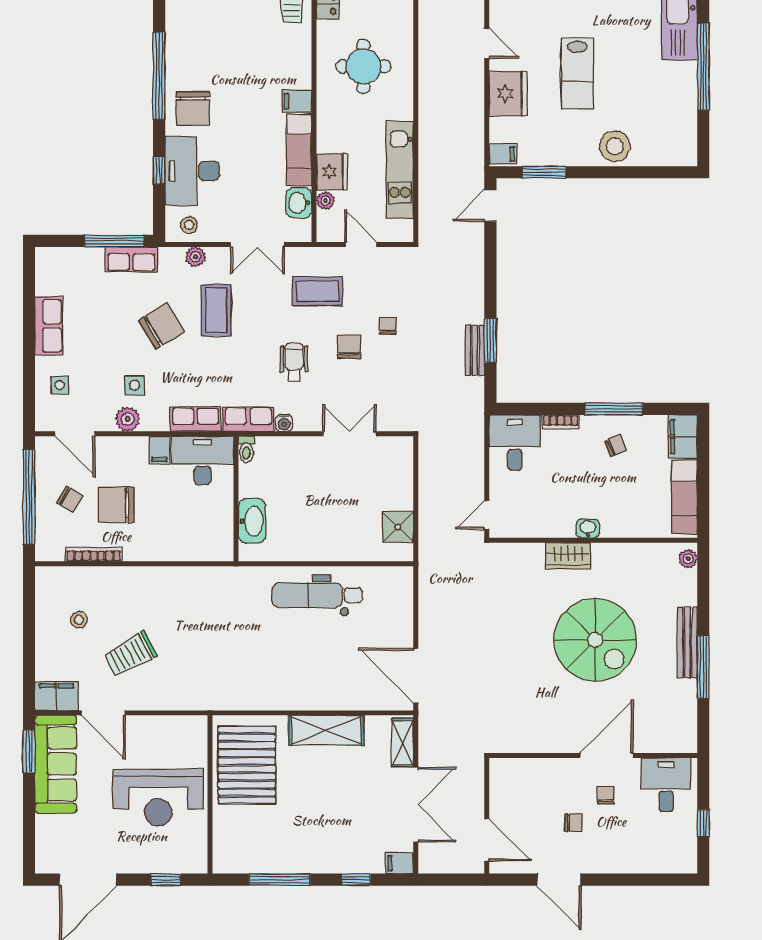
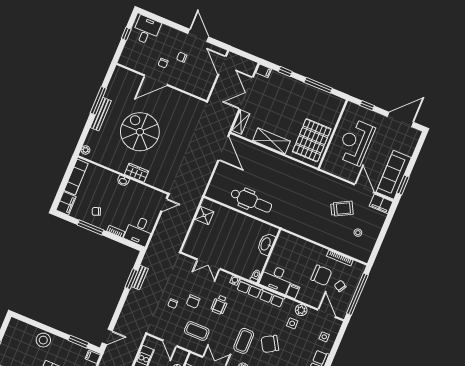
desk: (666, 785) -> (146, 30), moved, turned 180
reception desk: (158, 798) -> (356, 142), turned -90

